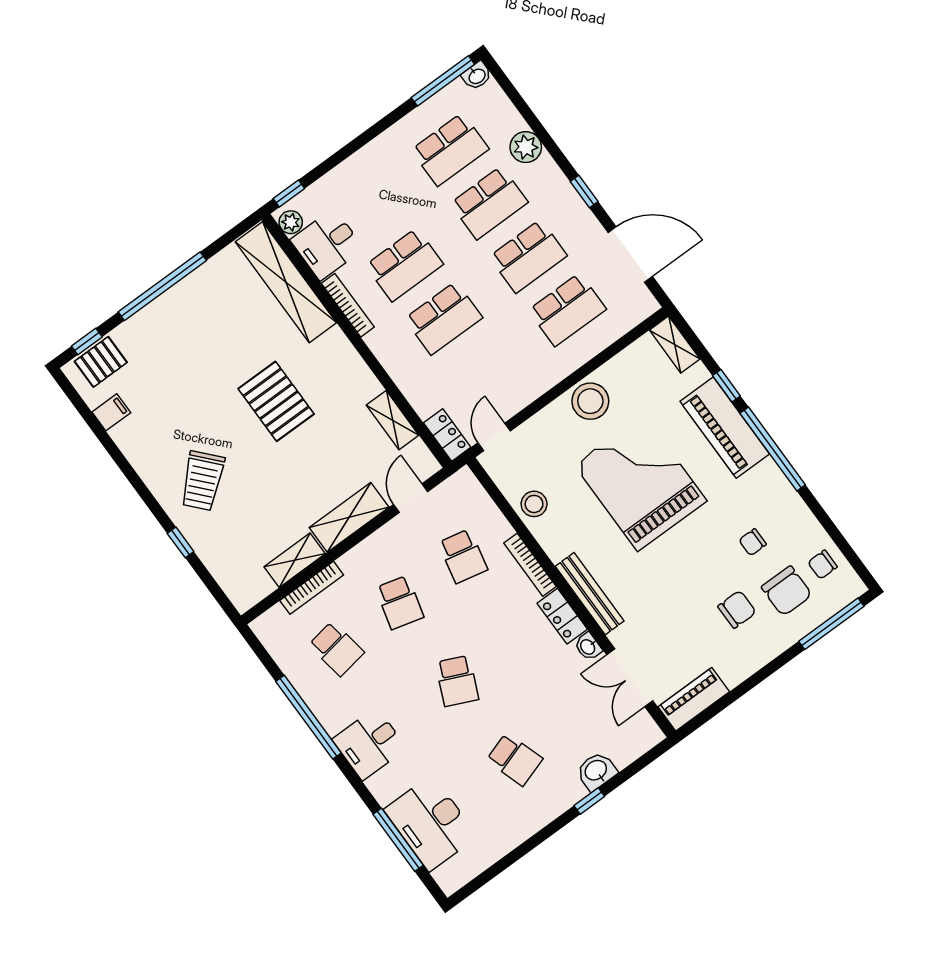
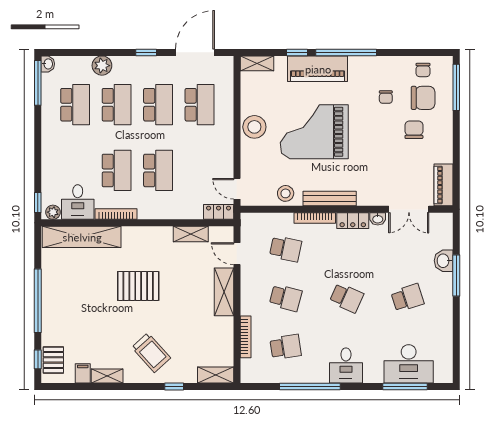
shelving: (131, 446) -> (107, 376), added
shelving: (295, 560) -> (216, 375), moved, turned 90
bench: (590, 594) -> (330, 198), moved
window: (589, 801) -> (456, 275), width x2.17

